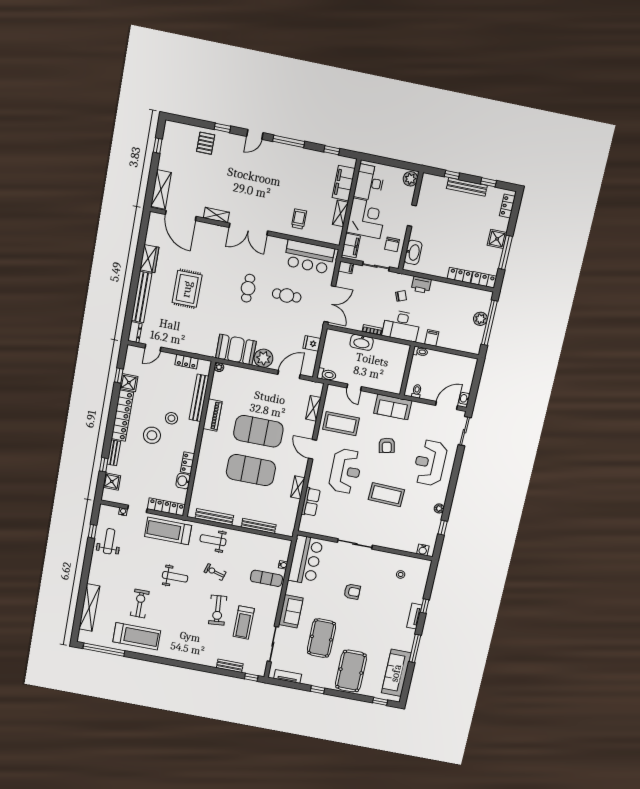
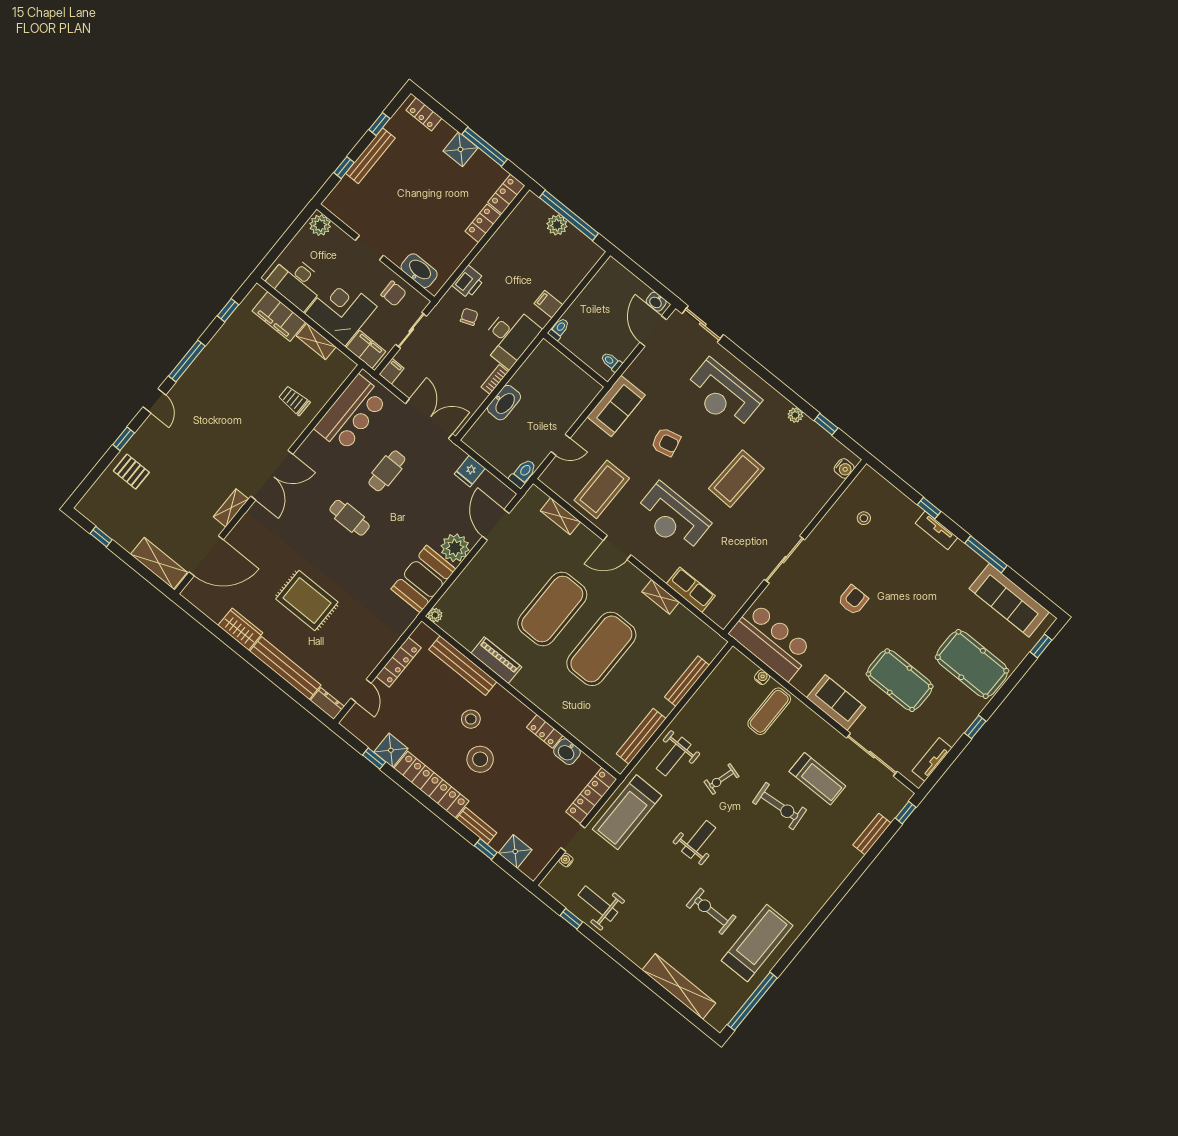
locker: (187, 362) -> (399, 662), width x1.53
reception desk: (346, 471) -> (672, 518), turned 180

